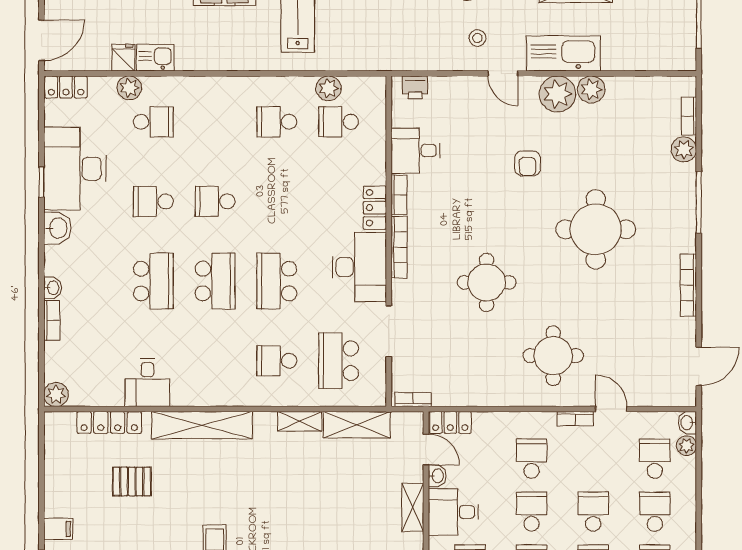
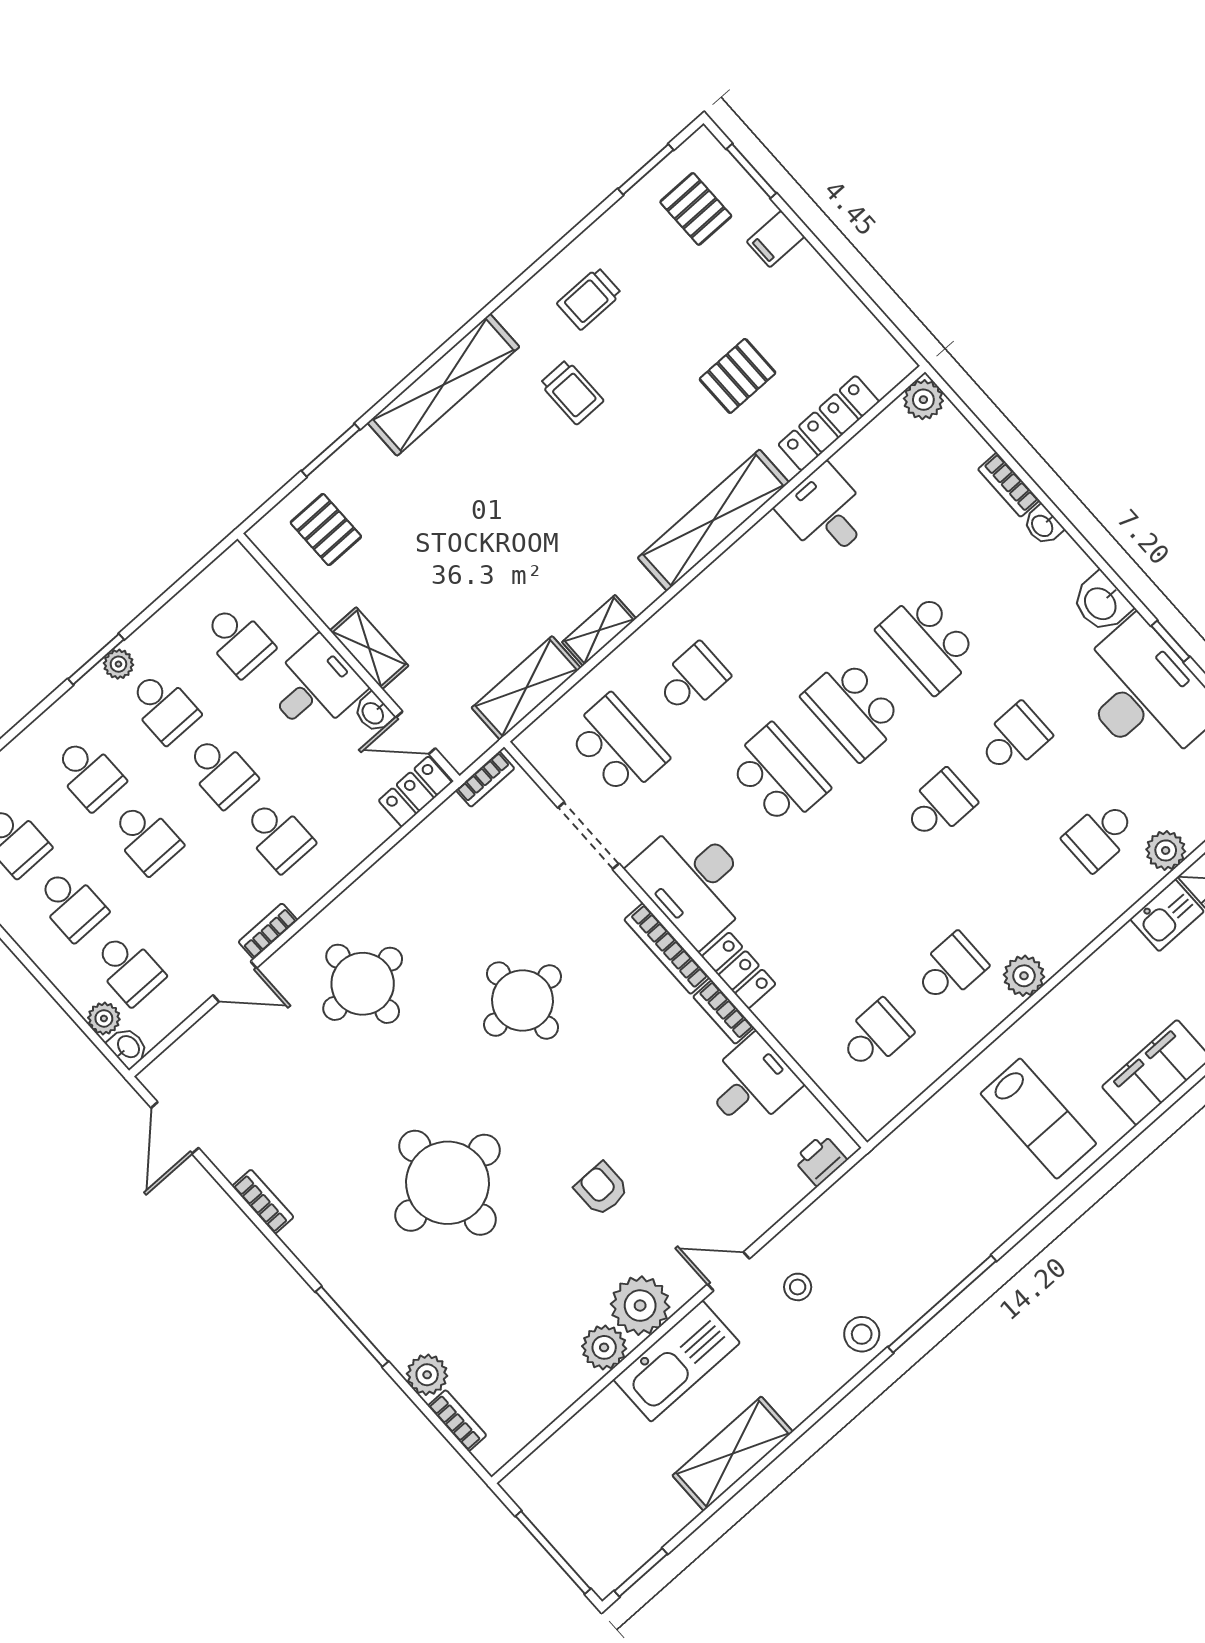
plant: (329, 88) -> (1024, 976), moved
bookcase: (688, 285) -> (263, 1202), width x0.64

